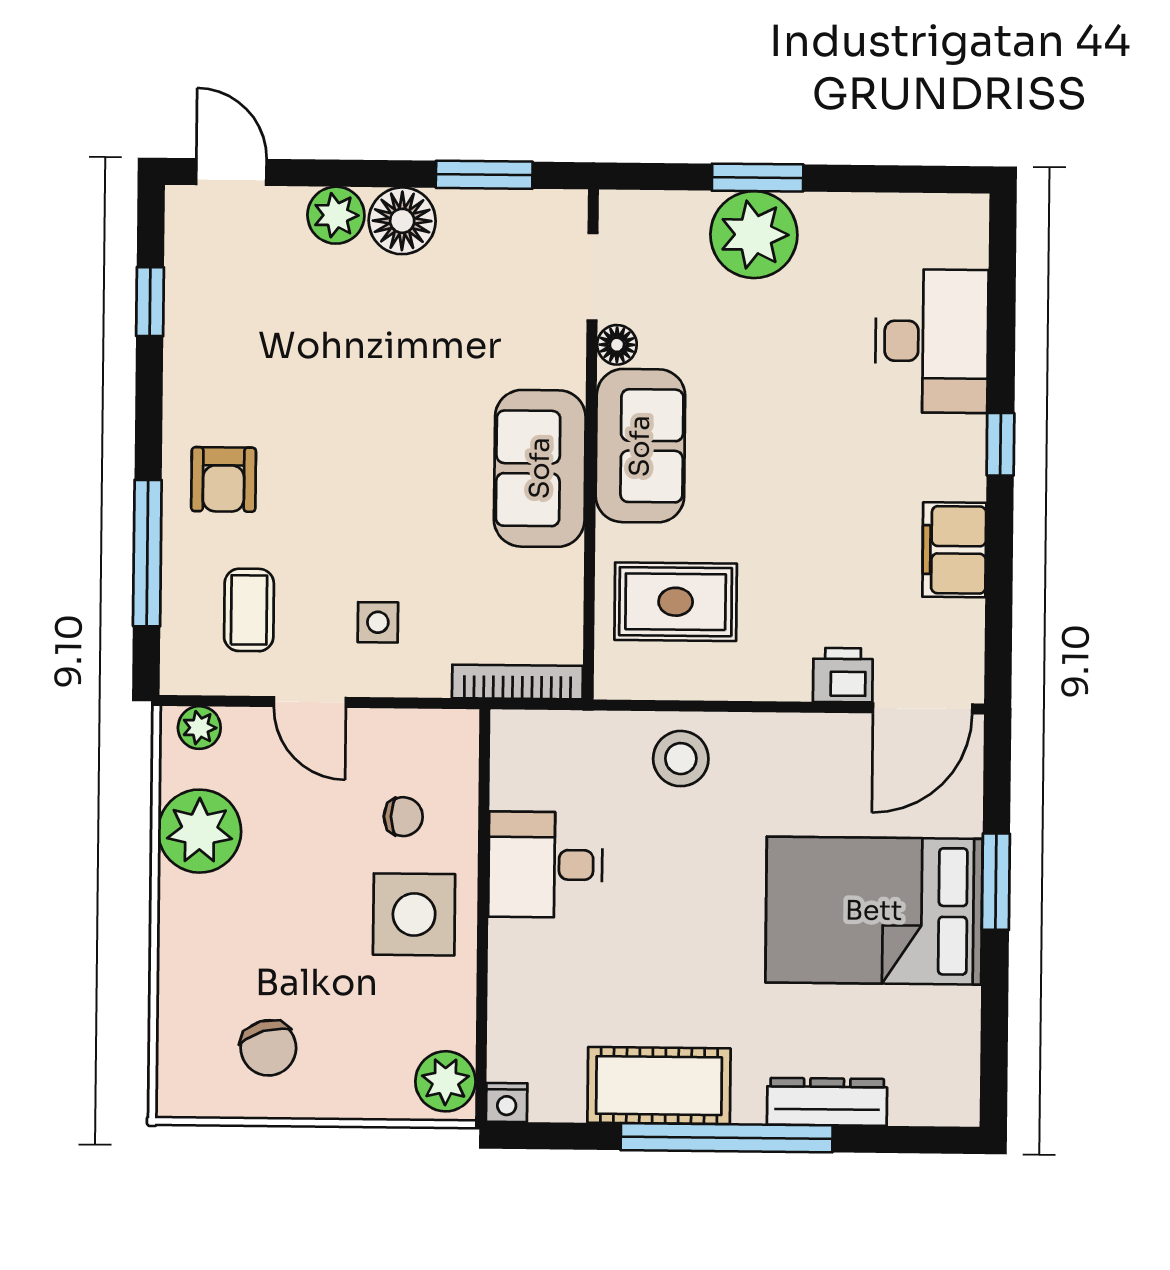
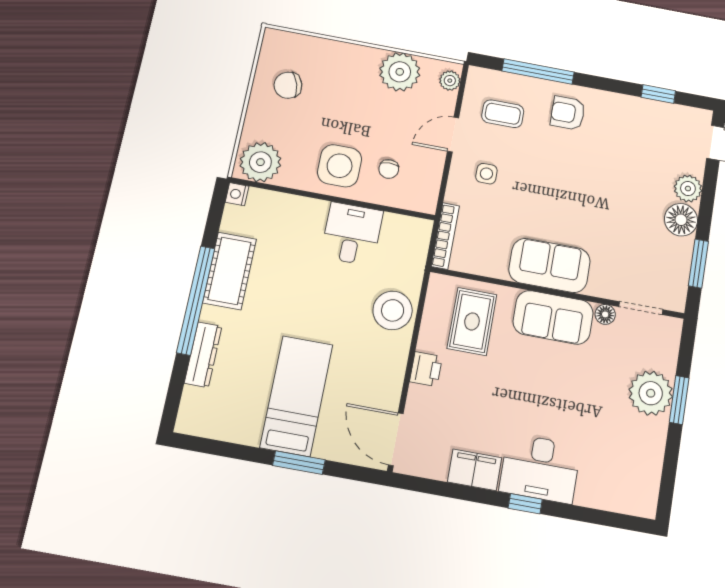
desk: (932, 341) -> (540, 468), moved
printer: (843, 675) -> (426, 369), moved
stool: (681, 759) -> (393, 310), width x1.38, depth x1.38
bed: (874, 911) -> (296, 396), width x0.67
plant: (445, 1081) -> (260, 162), width x1.36, depth x1.36

